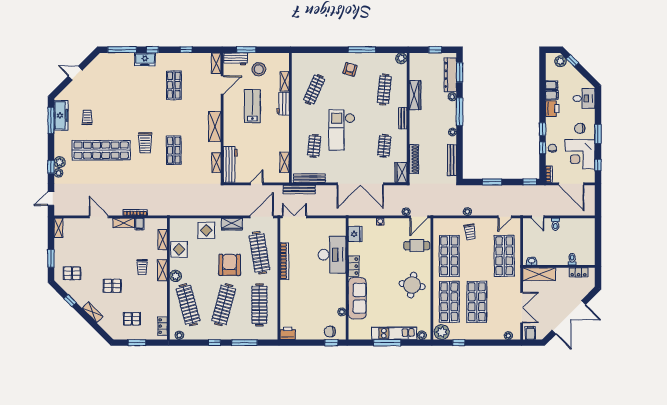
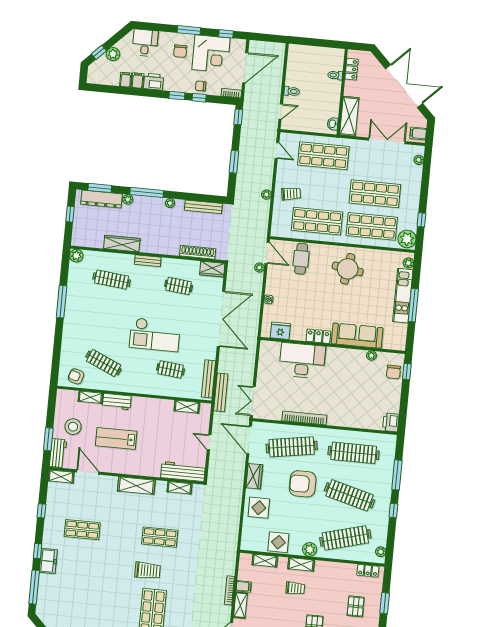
plant: (561, 61) -> (113, 54), moved
armchair: (350, 69) -> (76, 376), moved

